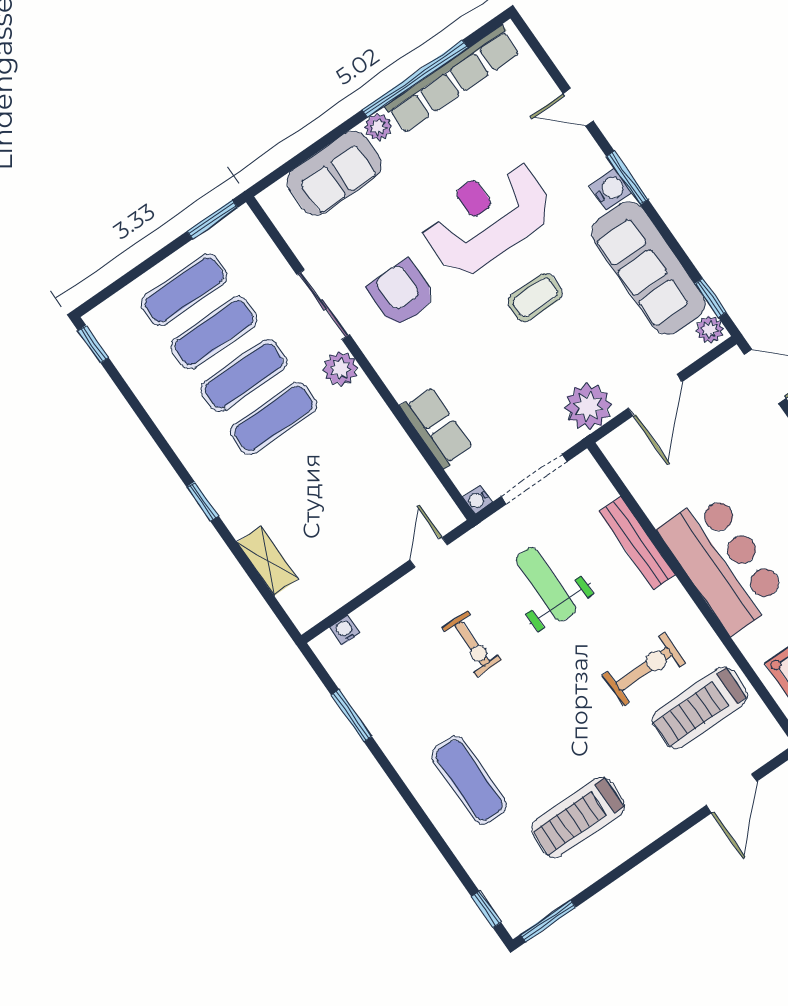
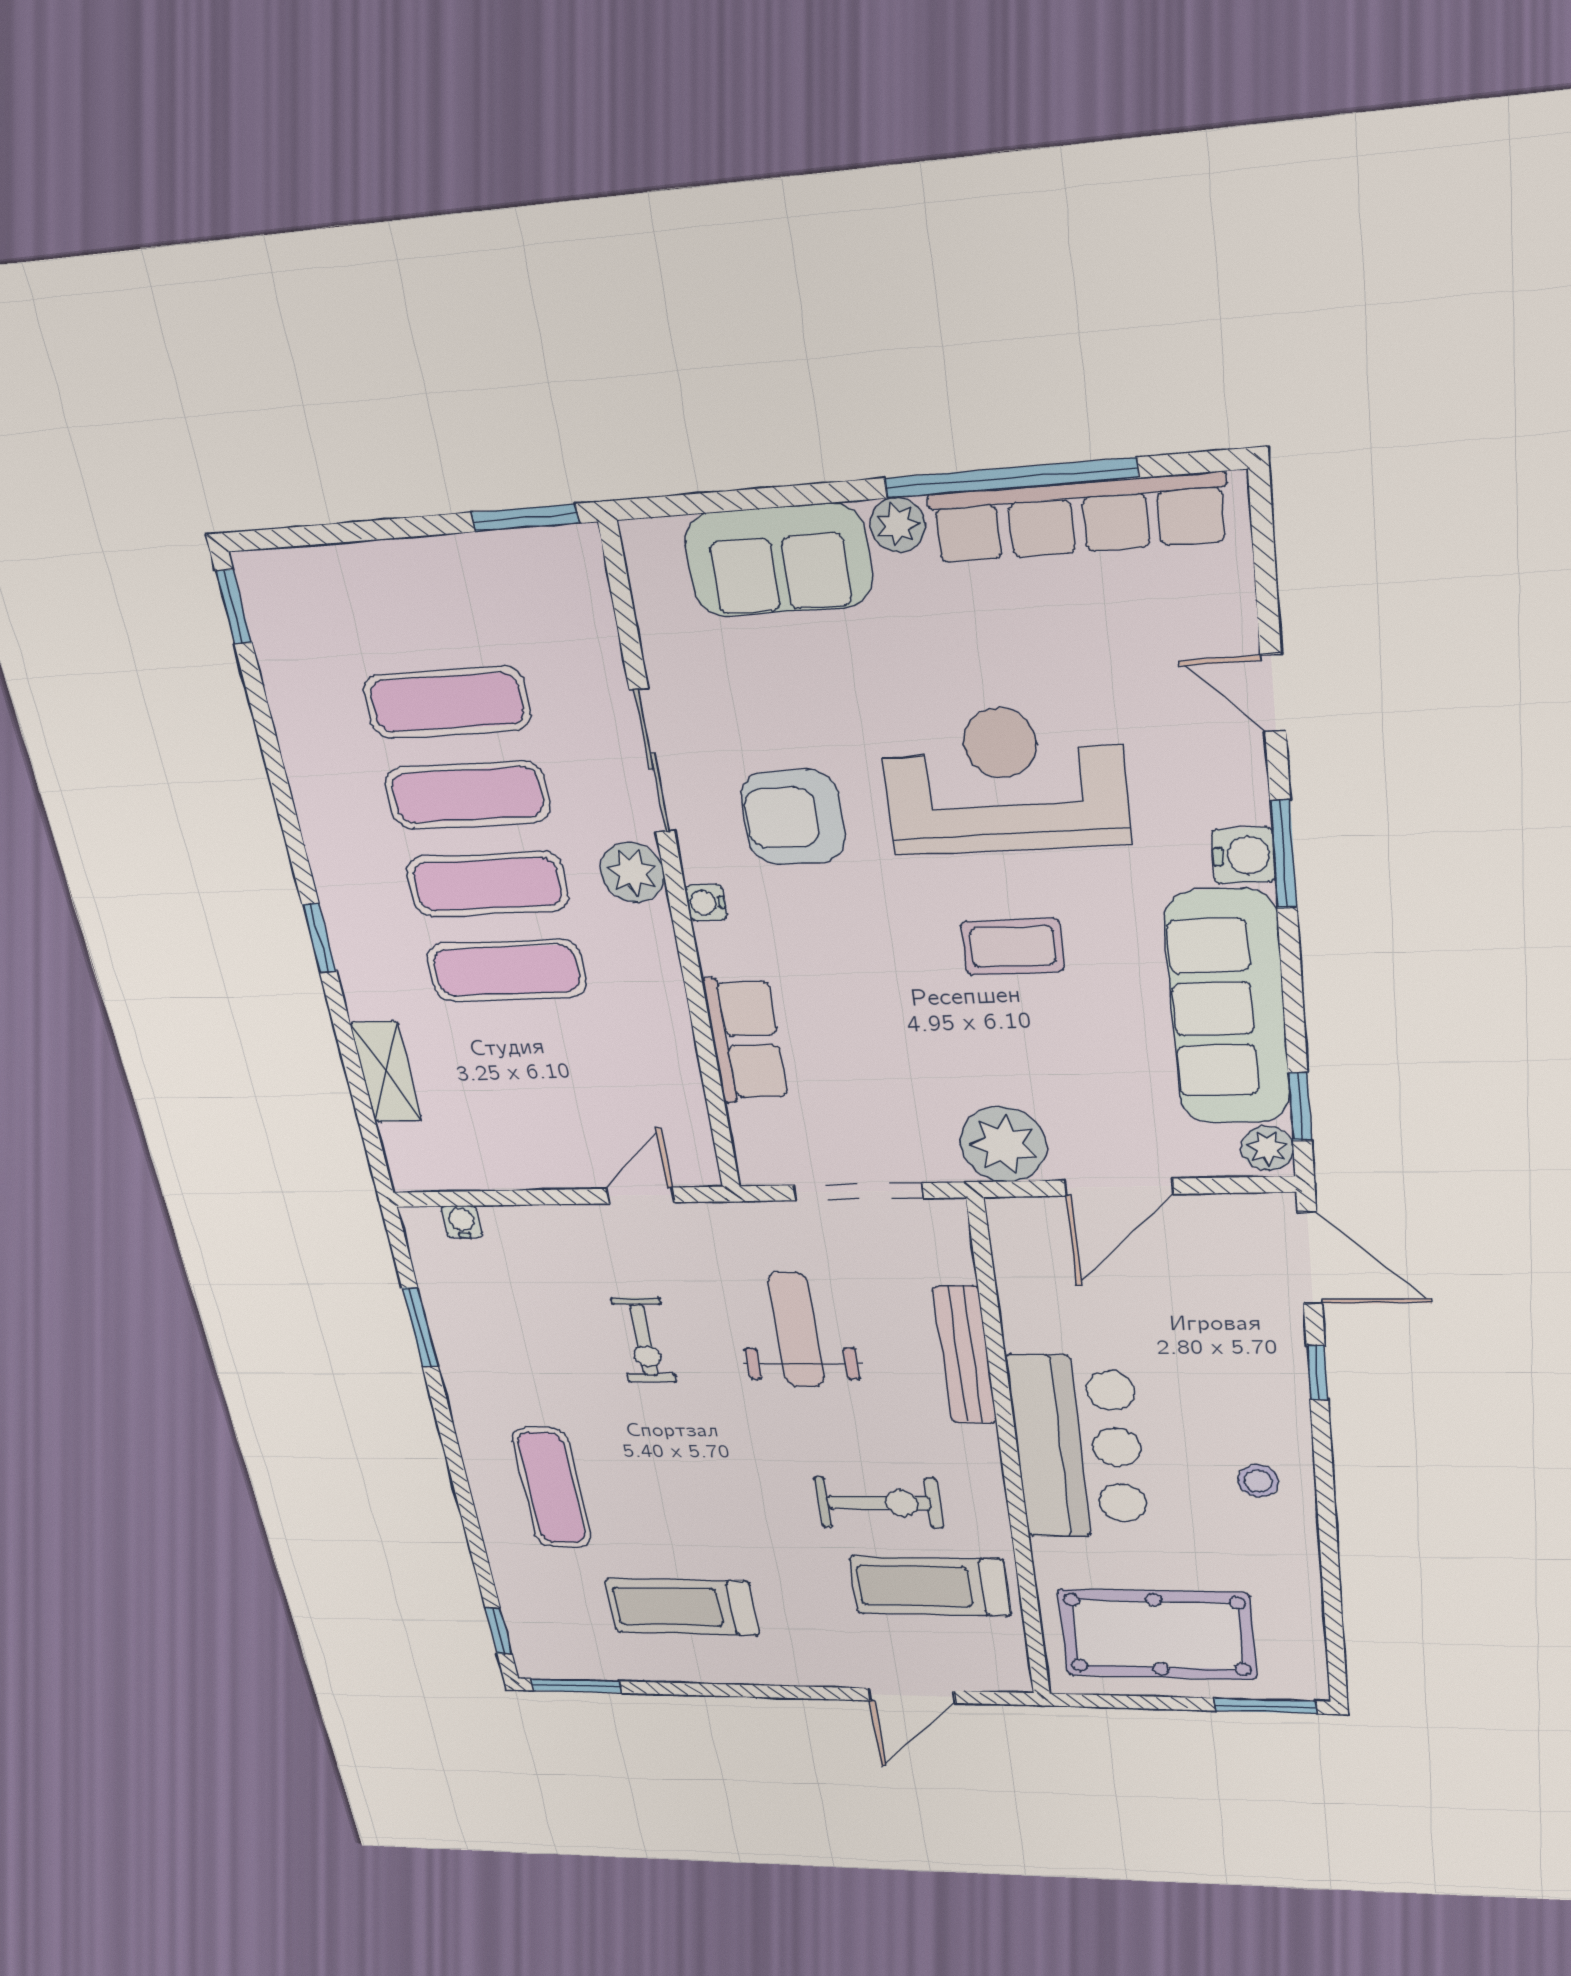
exercise mat: (184, 290) -> (507, 970), moved
armchair: (402, 293) -> (793, 817), turned -90
water cooler: (478, 500) -> (706, 903), moved

